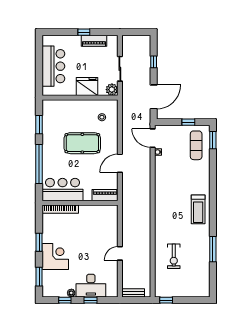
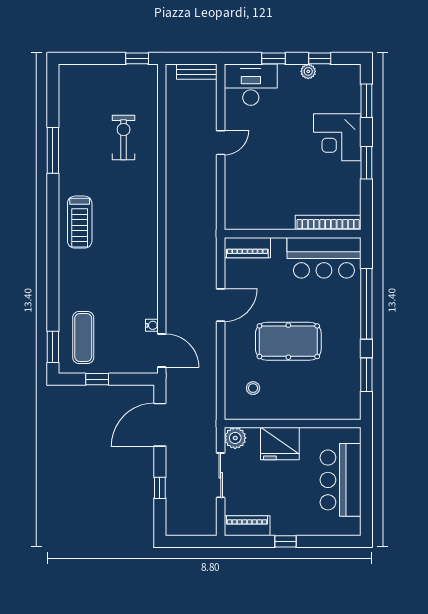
piano: (94, 41) -> (247, 526), moved
treadmill: (198, 209) -> (80, 222), turned 180
desk: (91, 286) -> (251, 85), moved

